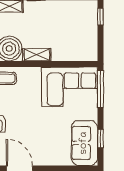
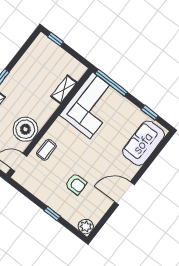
shelving: (37, 55) -> (64, 89), moved
sofa: (84, 143) -> (143, 143), moved, turned 90

